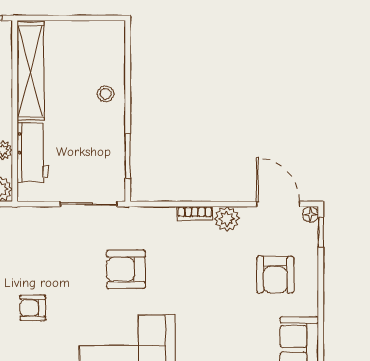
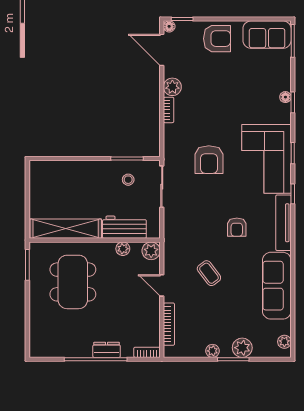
stool: (106, 94) -> (128, 180), moved
door: (278, 204) -> (162, 50), hinge flipped
armchair: (275, 275) -> (217, 39), moved

